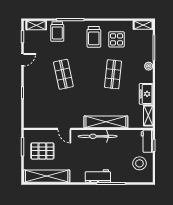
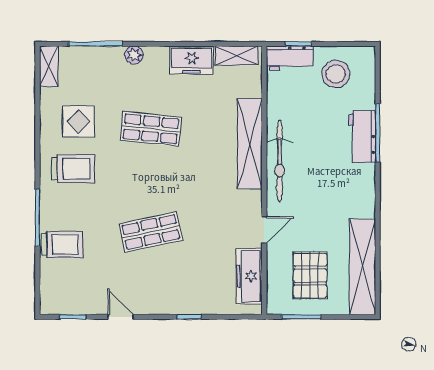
shelving: (36, 25) -> (49, 288), removed
freezer: (42, 122) -> (249, 276), added
workbench: (98, 176) -> (362, 137), moved

